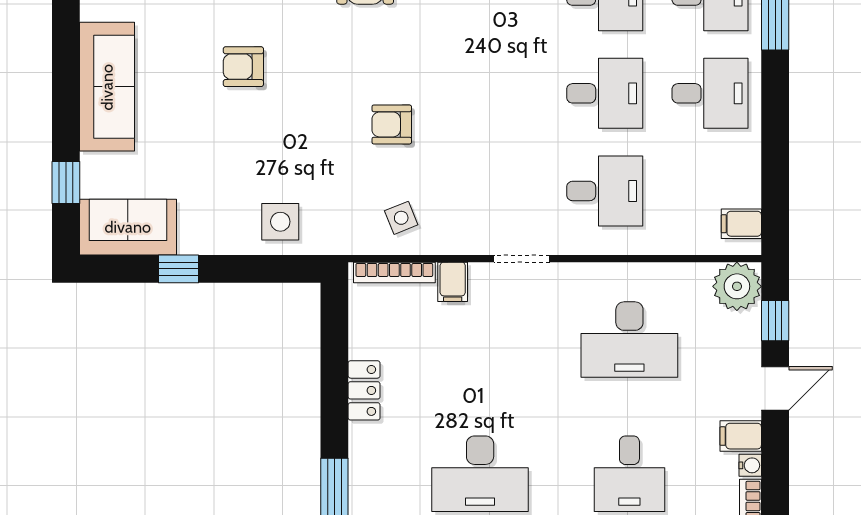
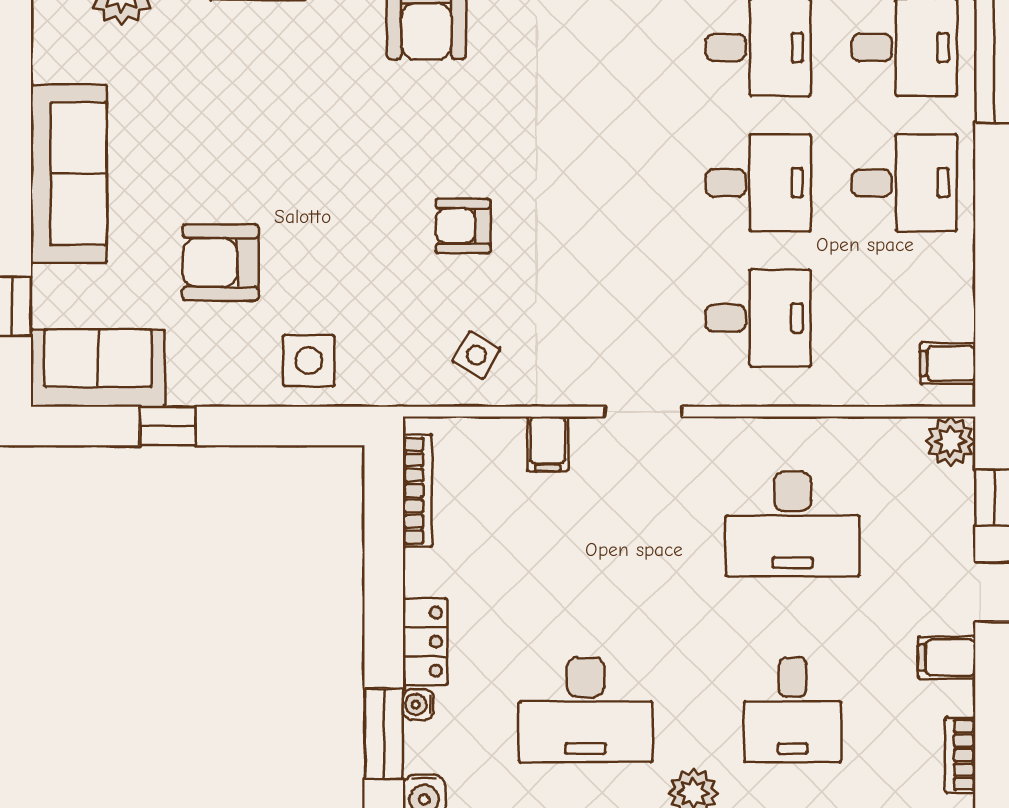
armchair: (243, 67) -> (221, 263), moved, width x1.38, depth x1.38
side table: (401, 218) -> (476, 355), turned -38
bookcase: (394, 272) -> (417, 491), moved, turned -90
plant: (737, 286) -> (951, 441), width x0.73, depth x0.73
locker: (364, 390) -> (425, 642), moved
water cooler: (750, 465) -> (418, 704), moved, turned 180

